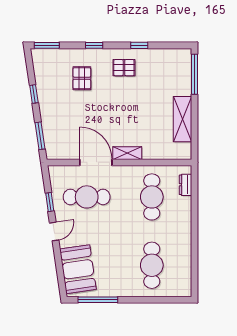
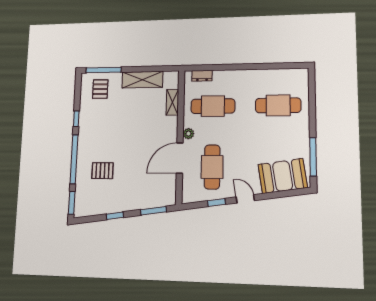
window: (94, 45) -> (74, 159), width x3.17
pallet: (124, 68) -> (100, 89), moved
shelving: (127, 153) -> (172, 102), moved
plant: (122, 171) -> (188, 134), added

